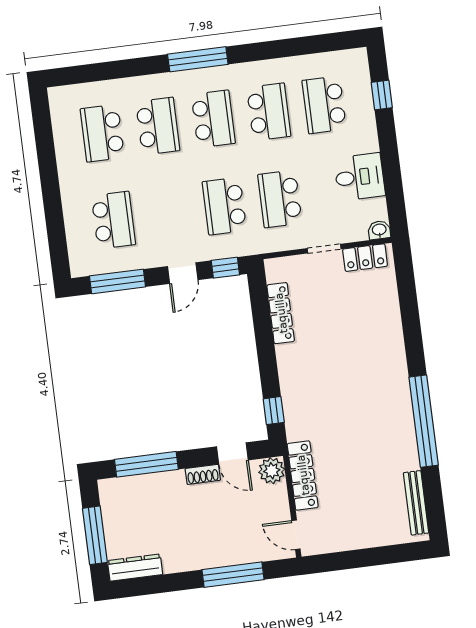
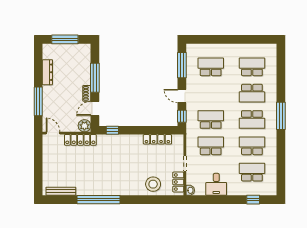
school desk: (269, 112) -> (252, 146), turned 180
school desk: (113, 220) -> (211, 67), turned 180
stool: (376, 310) -> (153, 184), added
window: (146, 464) -> (95, 78), moved
door: (296, 535) -> (53, 133), hinge flipped
dresser: (135, 568) -> (47, 72), moved

